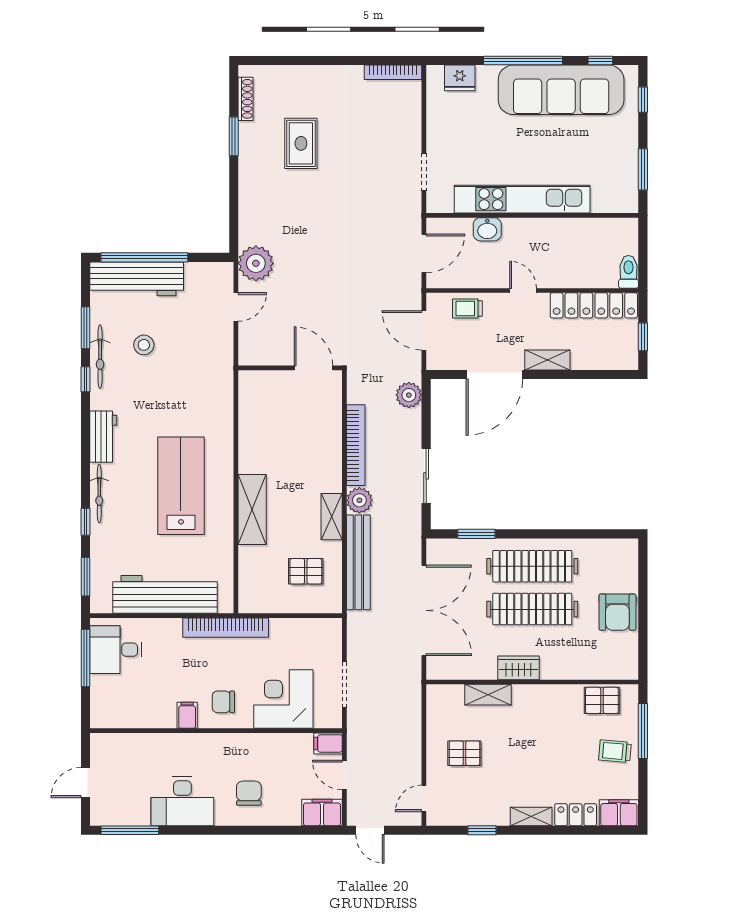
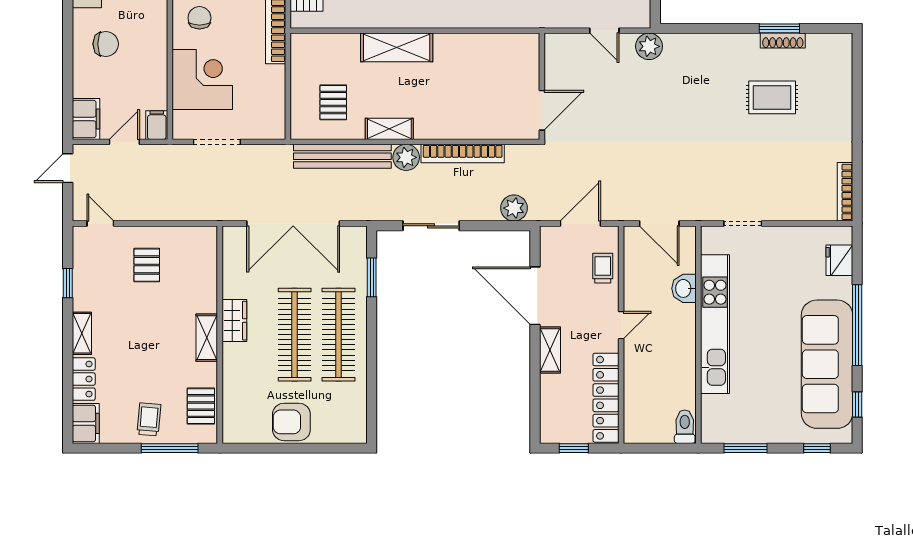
shoe rack: (246, 99) -> (783, 41), moved
plant: (256, 263) -> (649, 46), width x0.73, depth x0.73
toilet: (628, 272) -> (685, 427), moved, turned -90
shelving: (488, 695) -> (207, 338), moved

